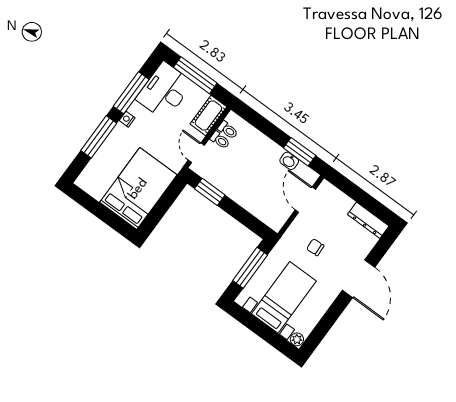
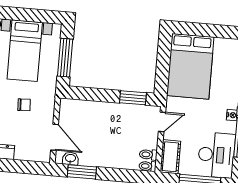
toilet: (220, 140) -> (148, 166), moved
door: (196, 153) -> (162, 122), hinge flipped
washbasin: (289, 161) -> (70, 158), moved

